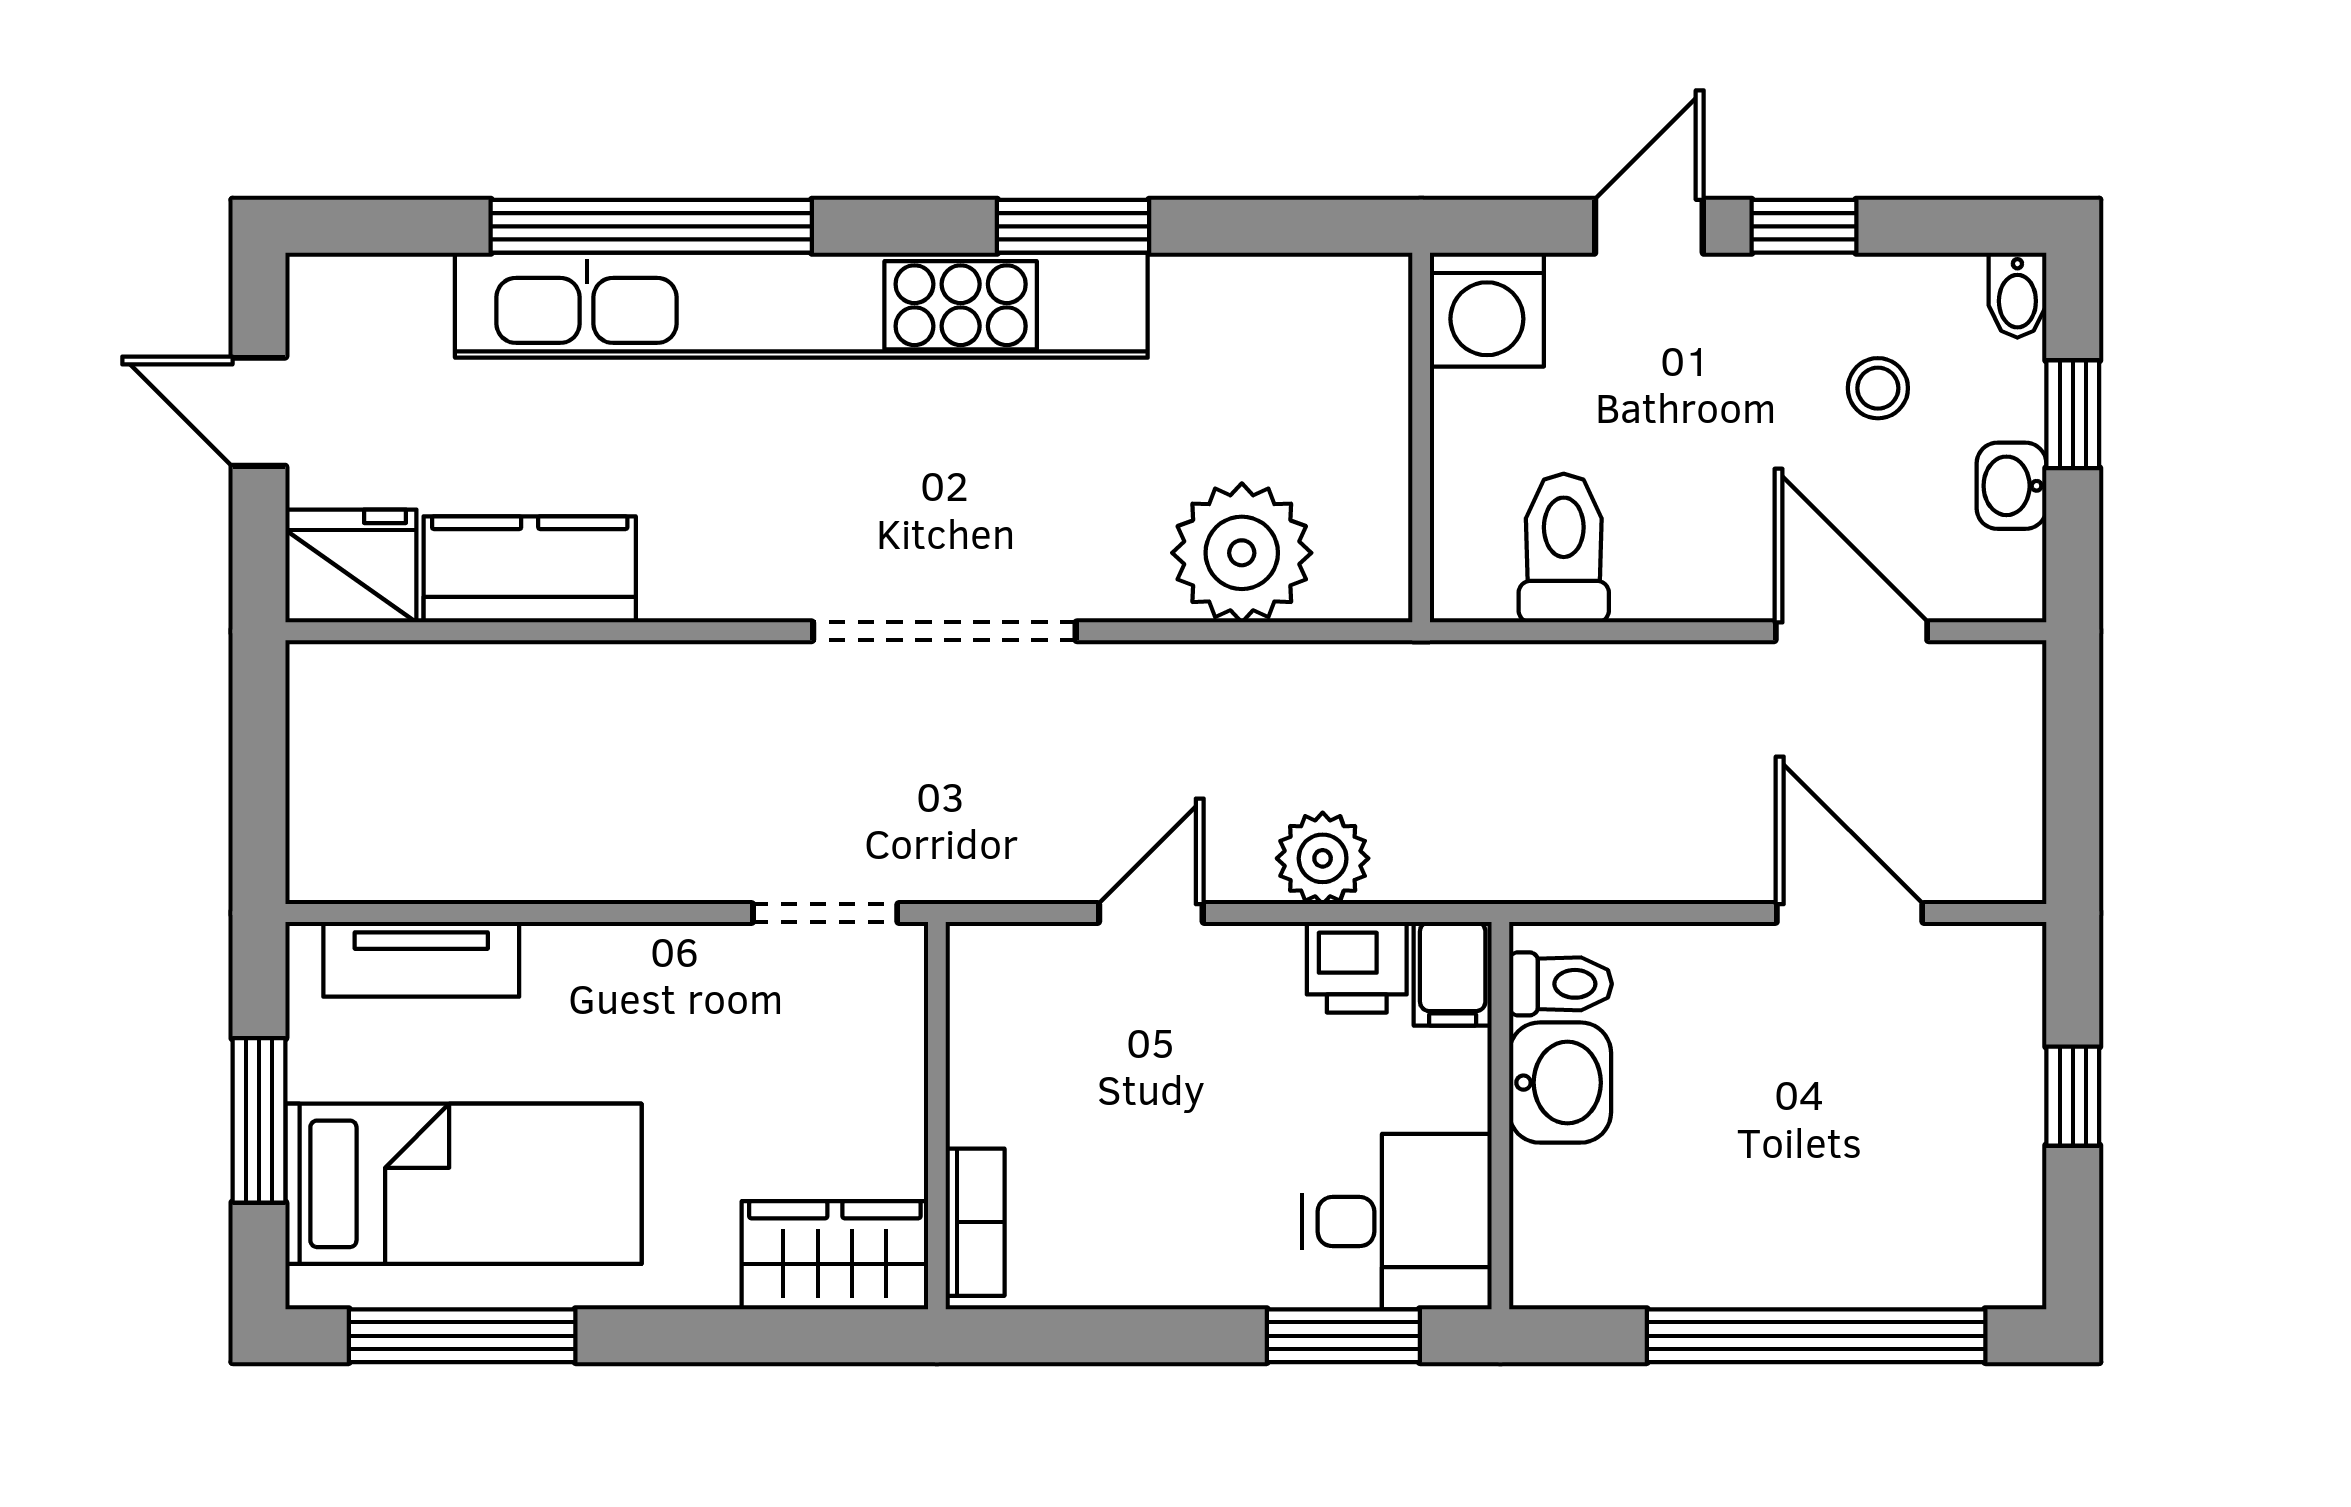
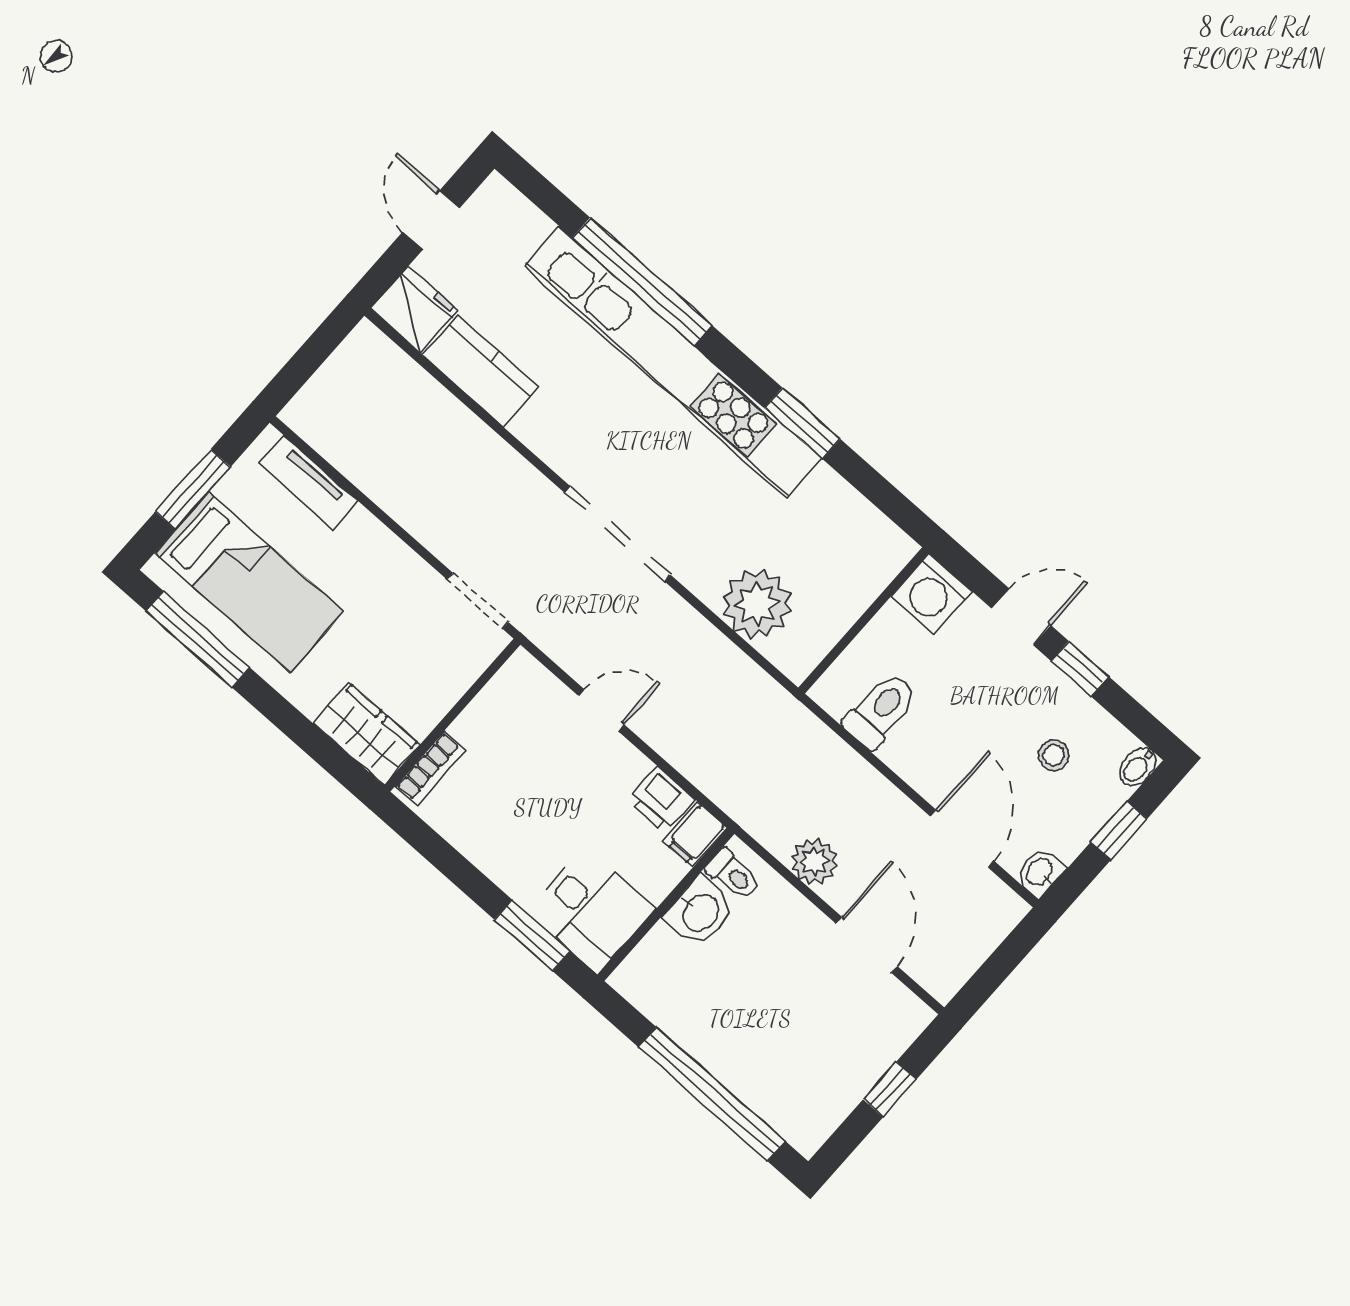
washbasin: (2011, 486) -> (1040, 873), moved
plant: (1323, 858) -> (814, 861), moved

